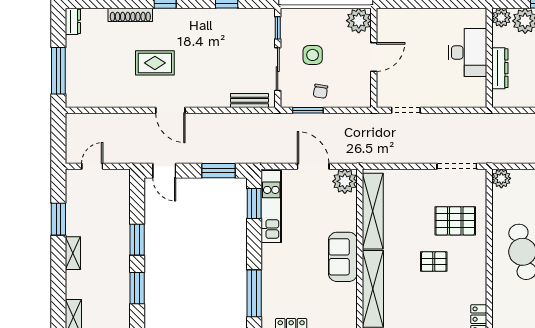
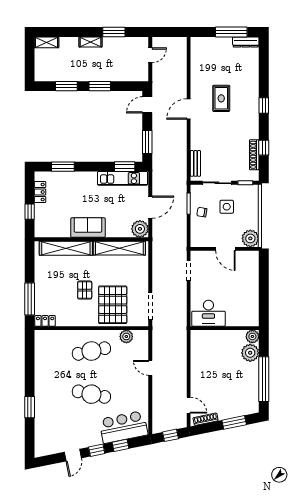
shoe rack: (130, 15) -> (254, 155), moved
dresser: (73, 21) -> (246, 42), width x1.44
desk: (467, 53) -> (208, 313), moved
dresser: (500, 68) -> (218, 335), removed
window: (58, 71) -> (231, 32), moved
door: (92, 166) -> (150, 55), hinge flipped
plant: (501, 178) -> (126, 336), moved
pallet: (455, 221) -> (113, 305), width x1.37, depth x1.41
window: (254, 293) -> (63, 167), width x0.69

